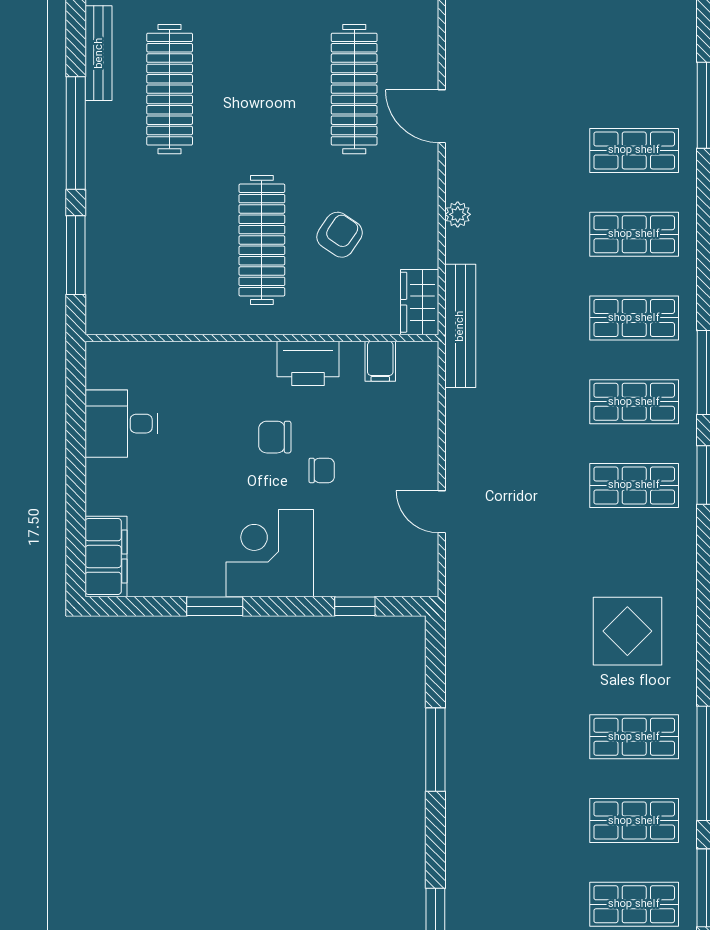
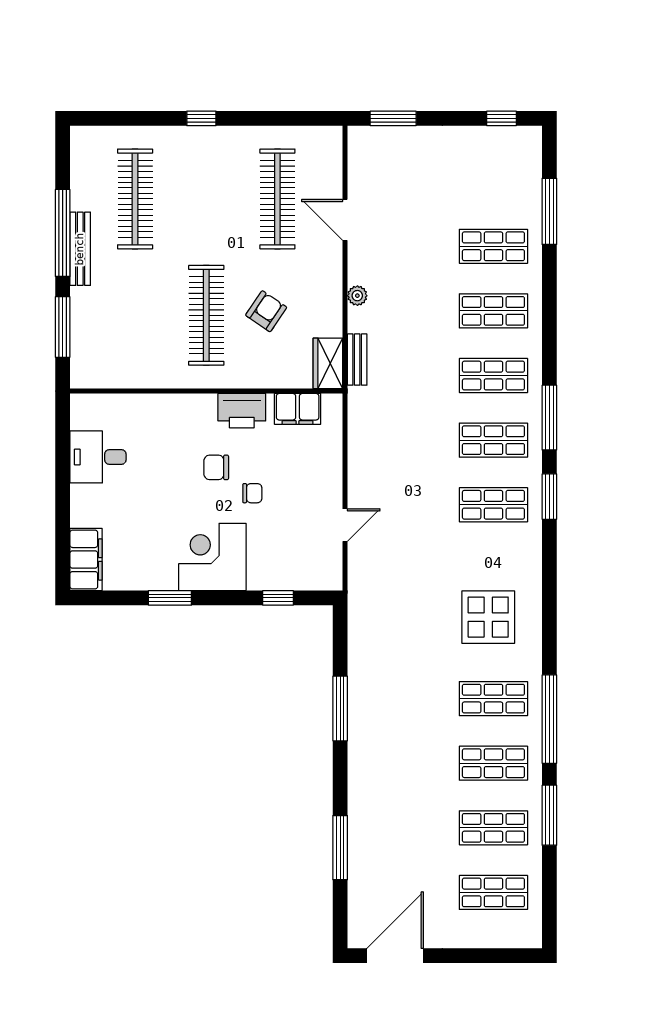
bench: (99, 53) -> (80, 249), moved
bench: (460, 326) -> (357, 360), width x0.54, depth x0.82
filing cabinet: (380, 361) -> (298, 409), width x2.00
door: (442, 512) -> (345, 525), swing flipped

